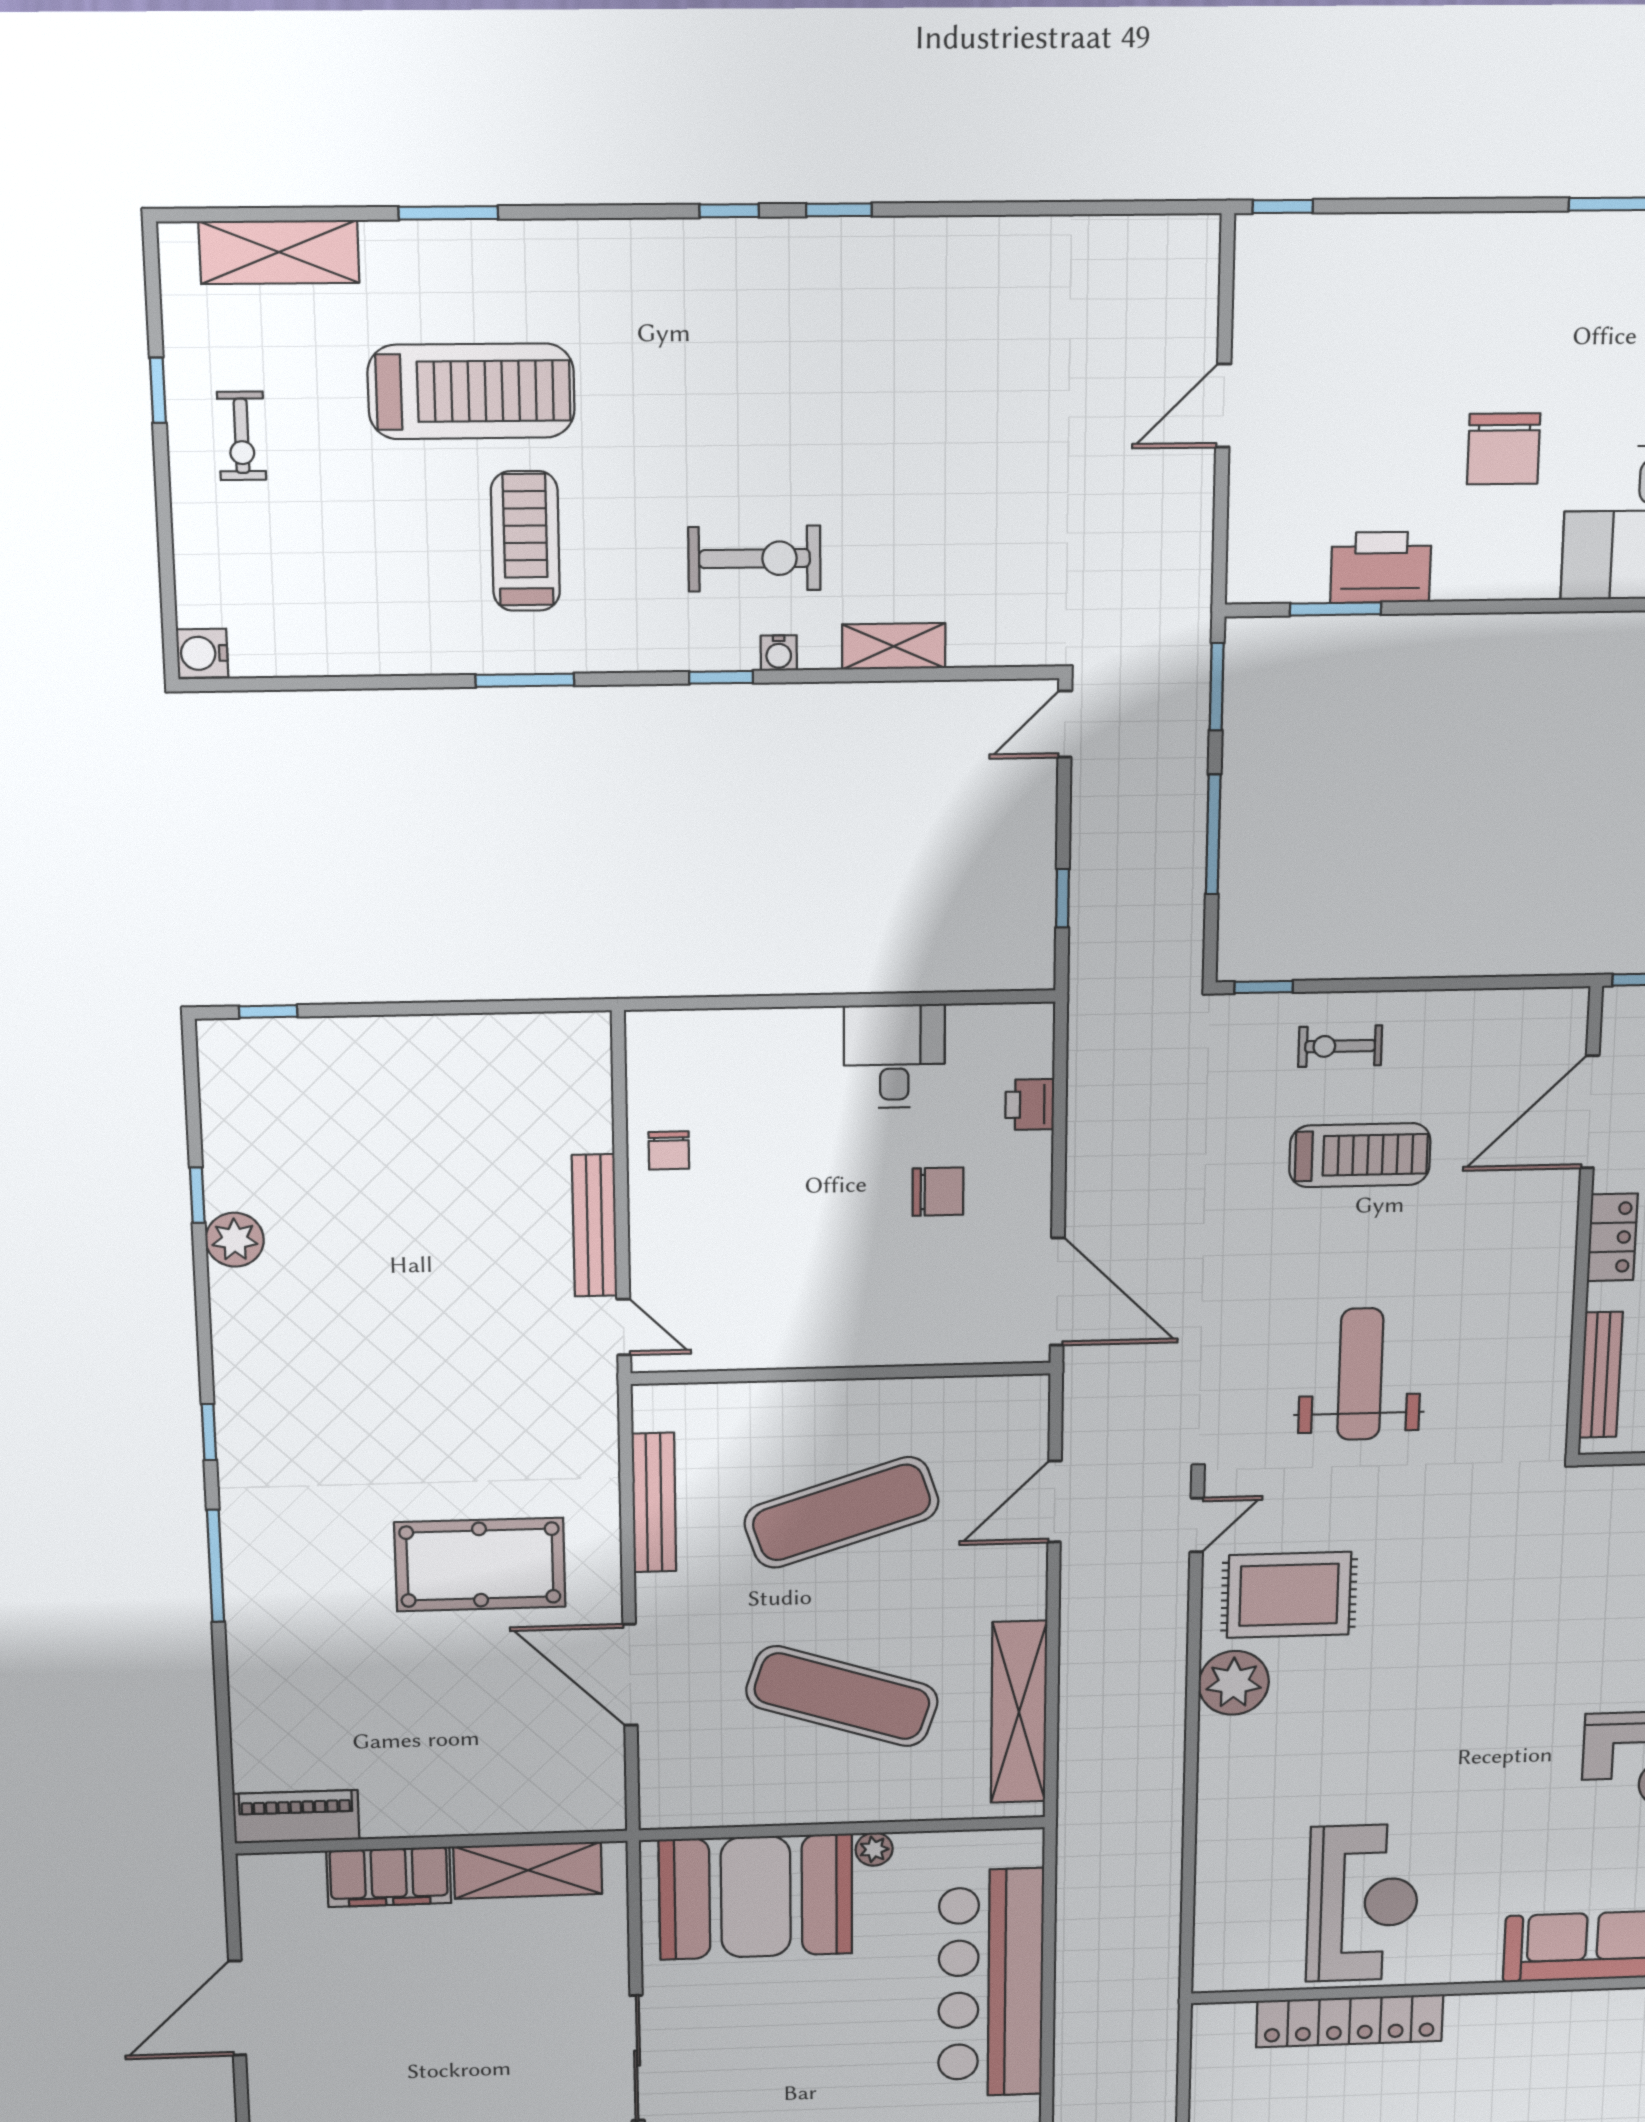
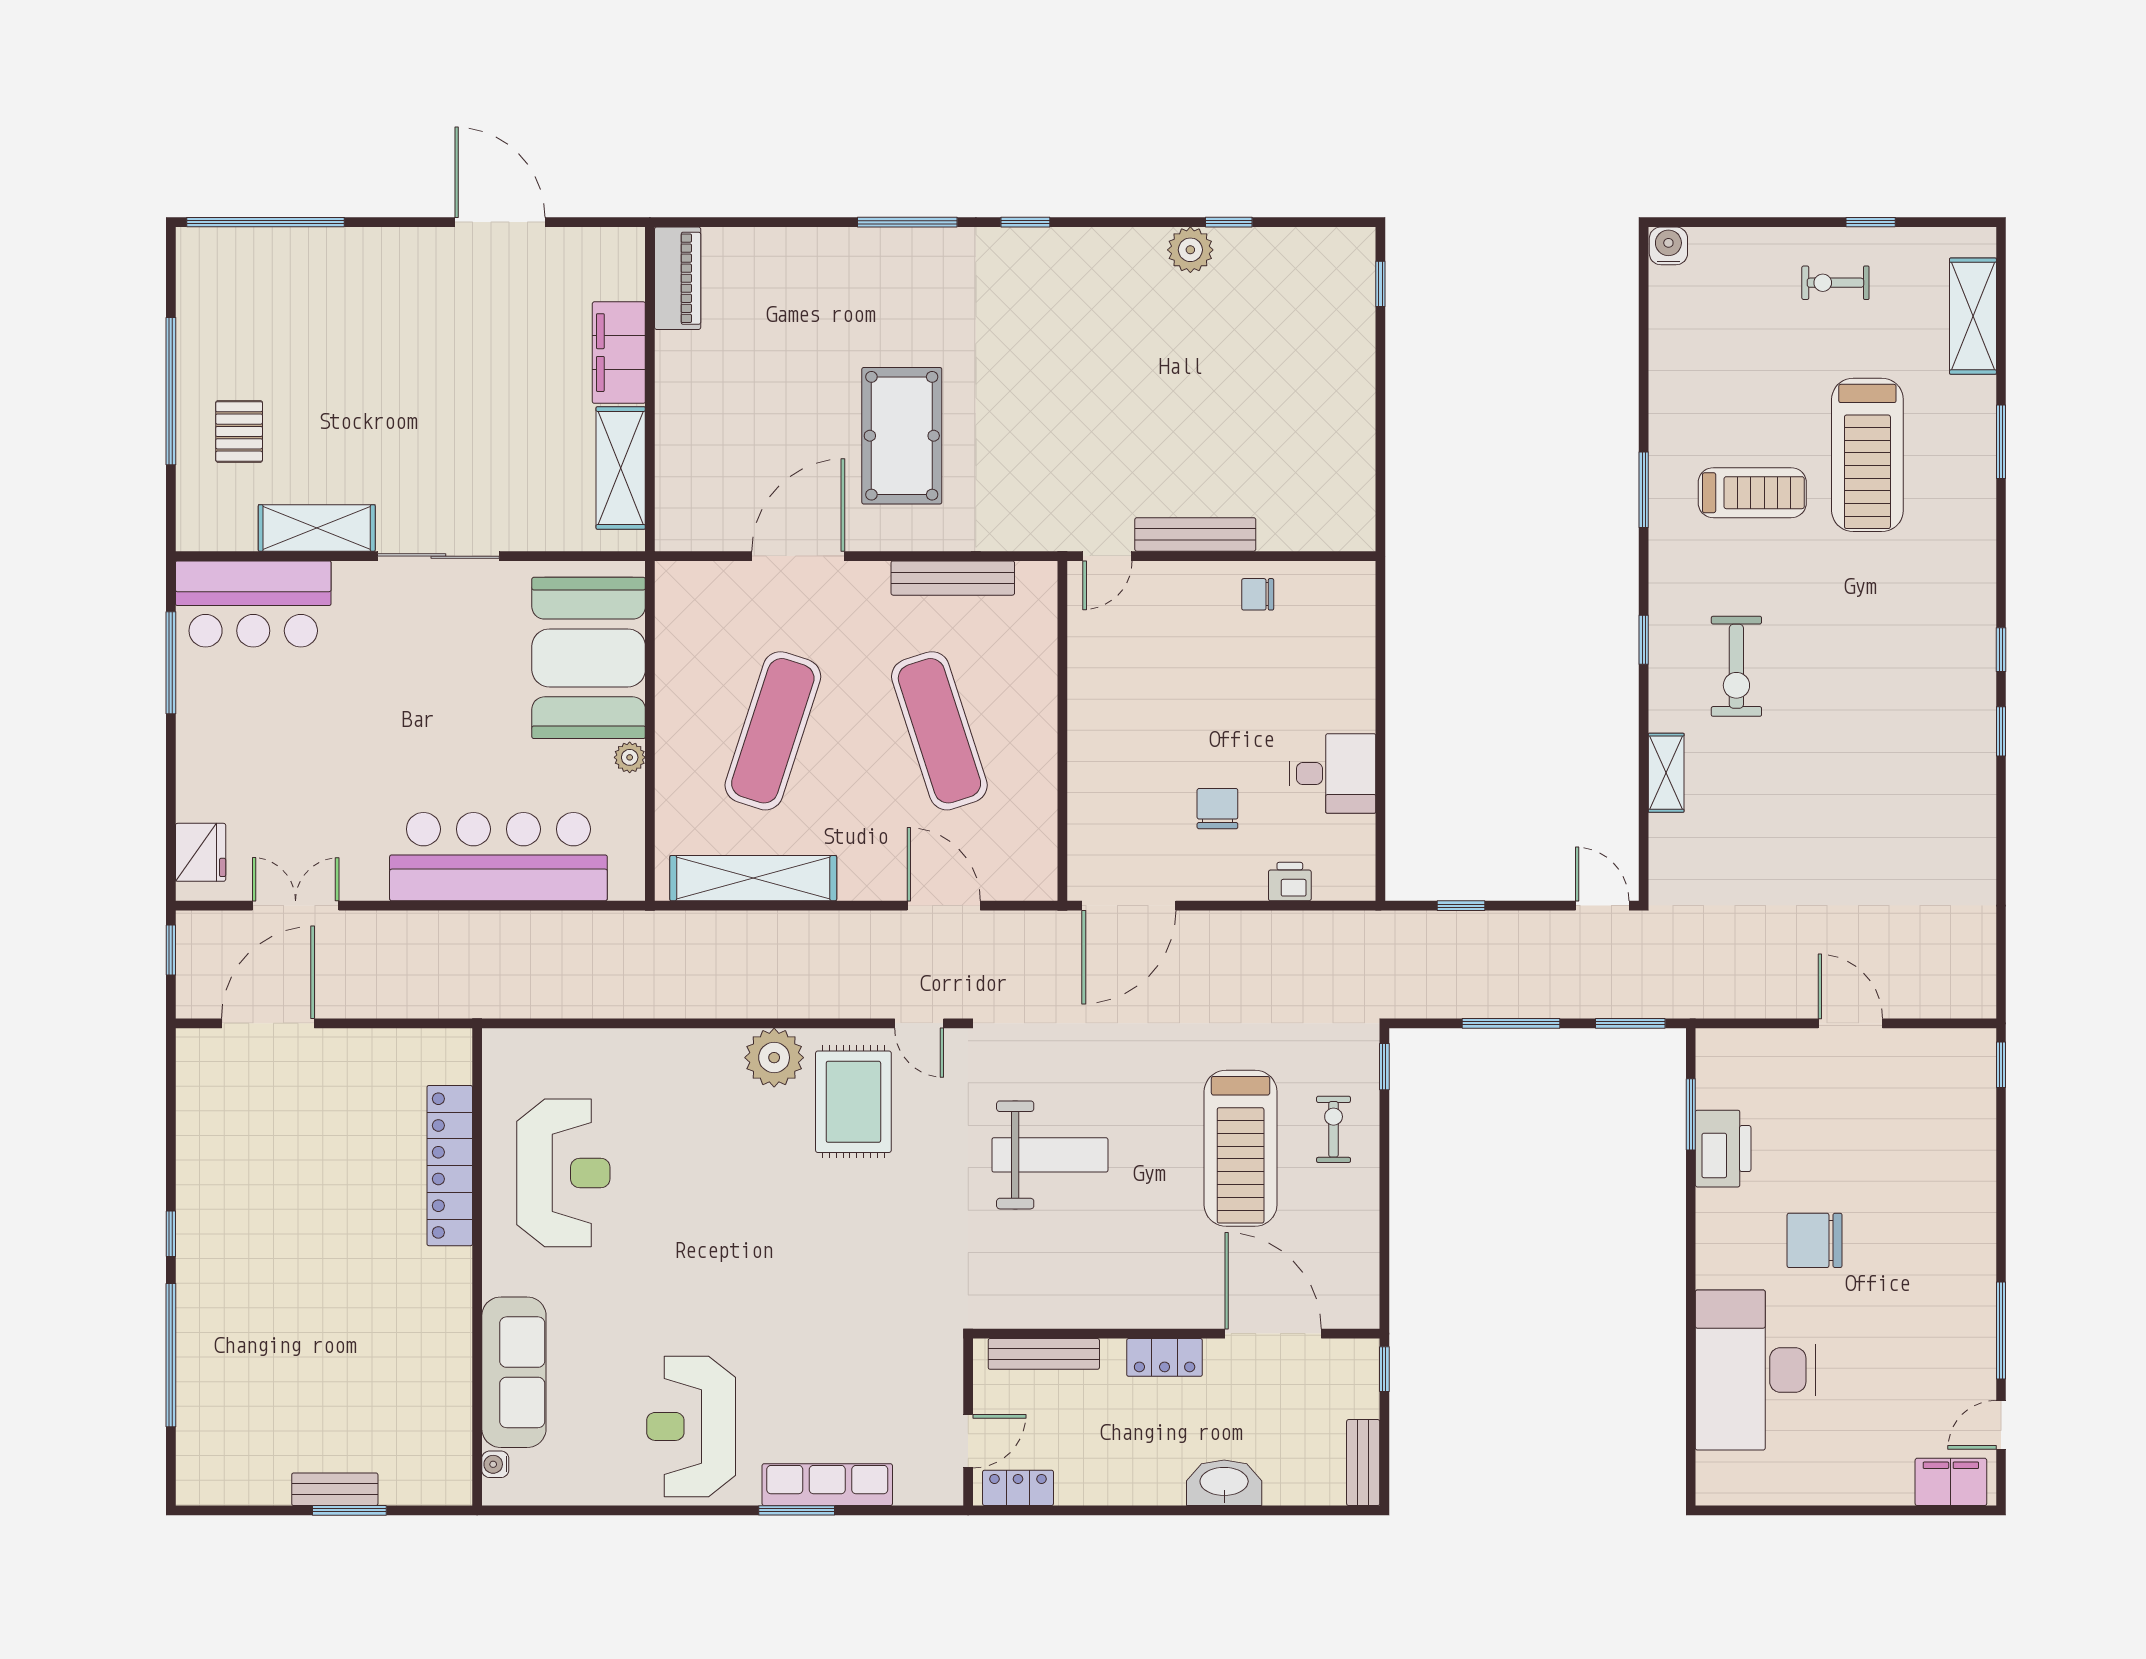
water cooler: (779, 653) -> (1662, 684), removed
treadmill: (1360, 1155) -> (1241, 1148), width x1.37, depth x1.38
chair: (938, 1192) -> (1217, 809), turned 180
reception desk: (1363, 1903) -> (563, 1173), turned -90

